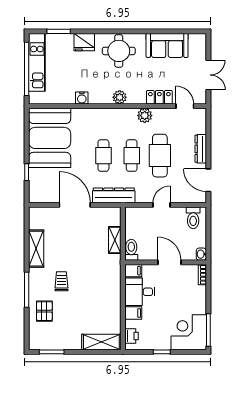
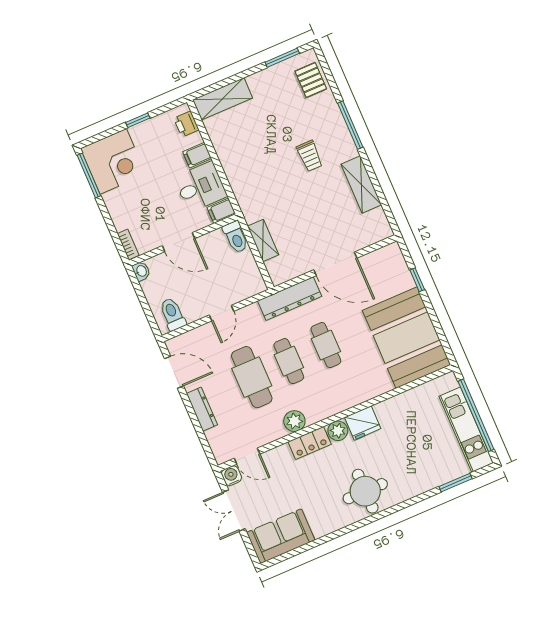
fridge: (84, 42) -> (363, 423), moved, turned 180
sofa: (167, 45) -> (281, 536), moved
locker: (159, 97) -> (310, 443), moved
water cooler: (82, 98) -> (231, 476), moved
pallet: (44, 311) -> (311, 80), moved

